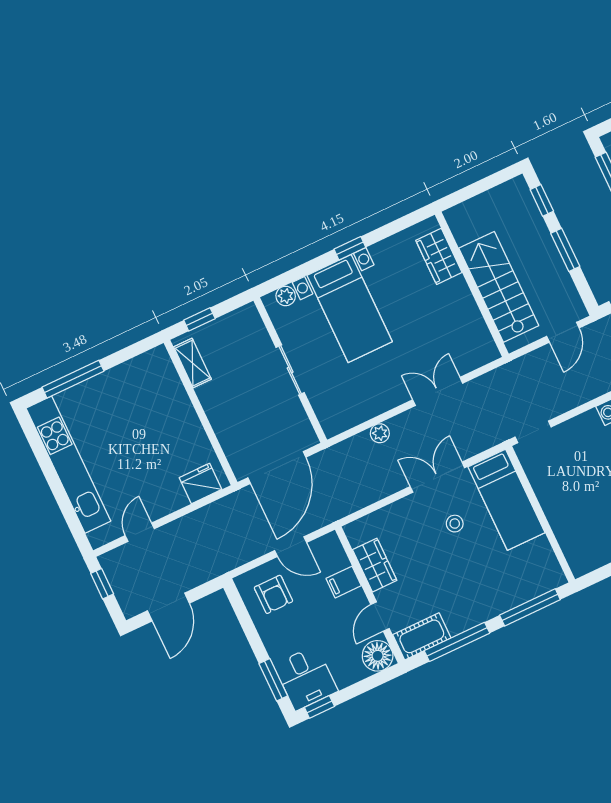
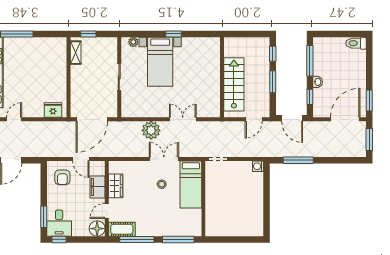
wardrobe: (439, 256) -> (213, 57), removed
plant: (380, 433) -> (151, 130), width x1.88, depth x1.88
filing cabinet: (344, 582) -> (98, 187), width x2.00

